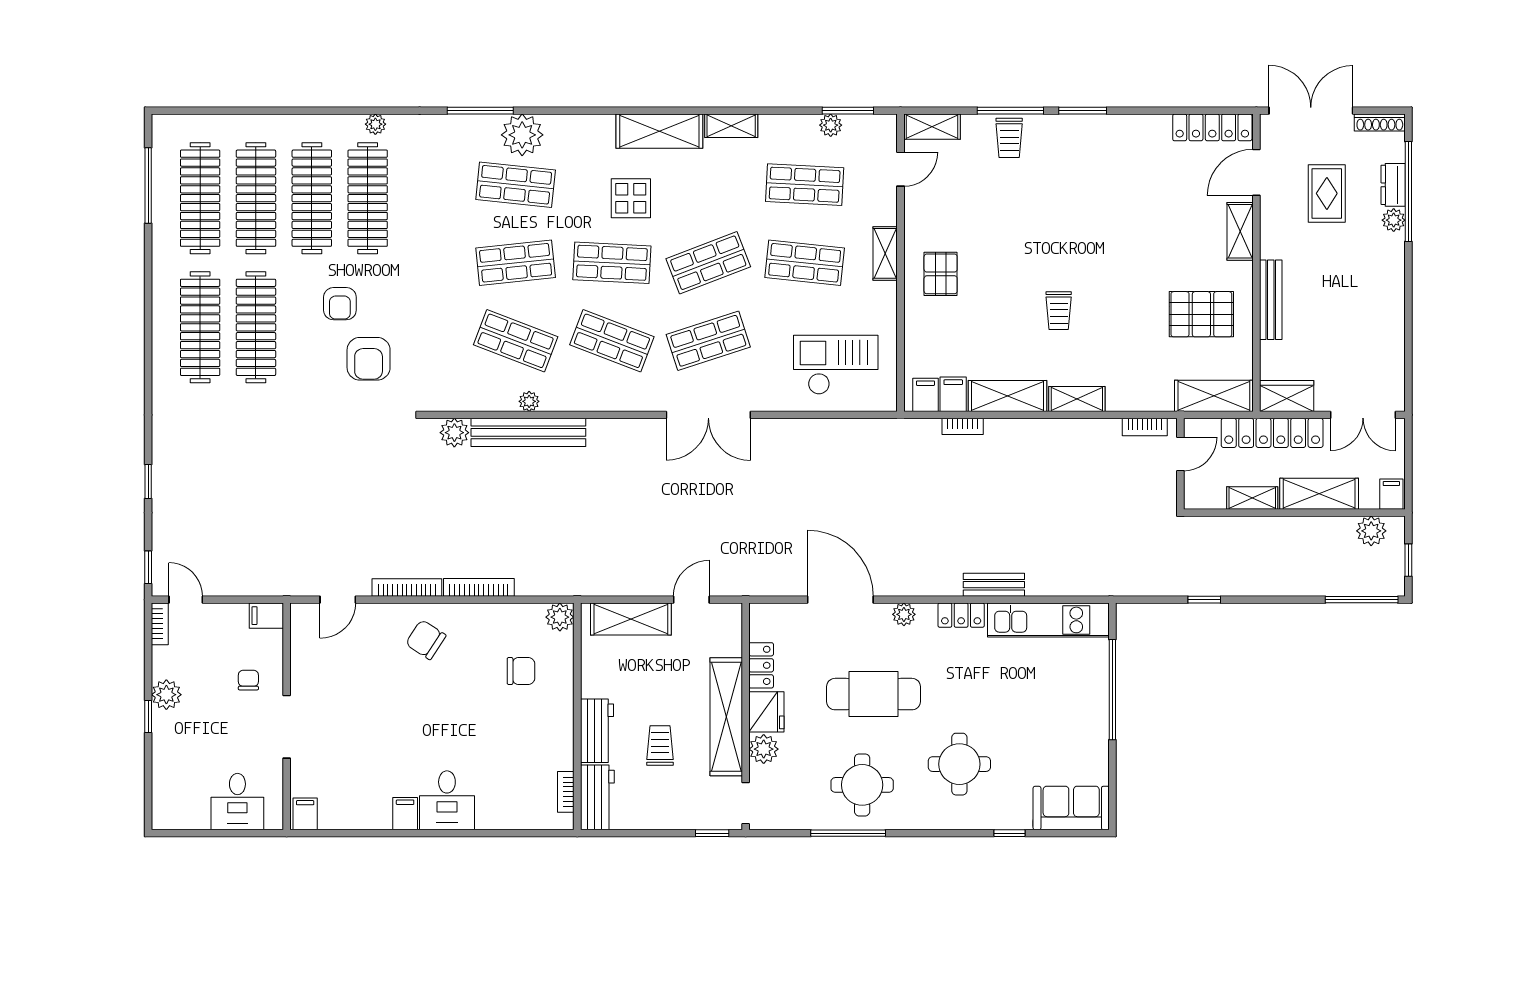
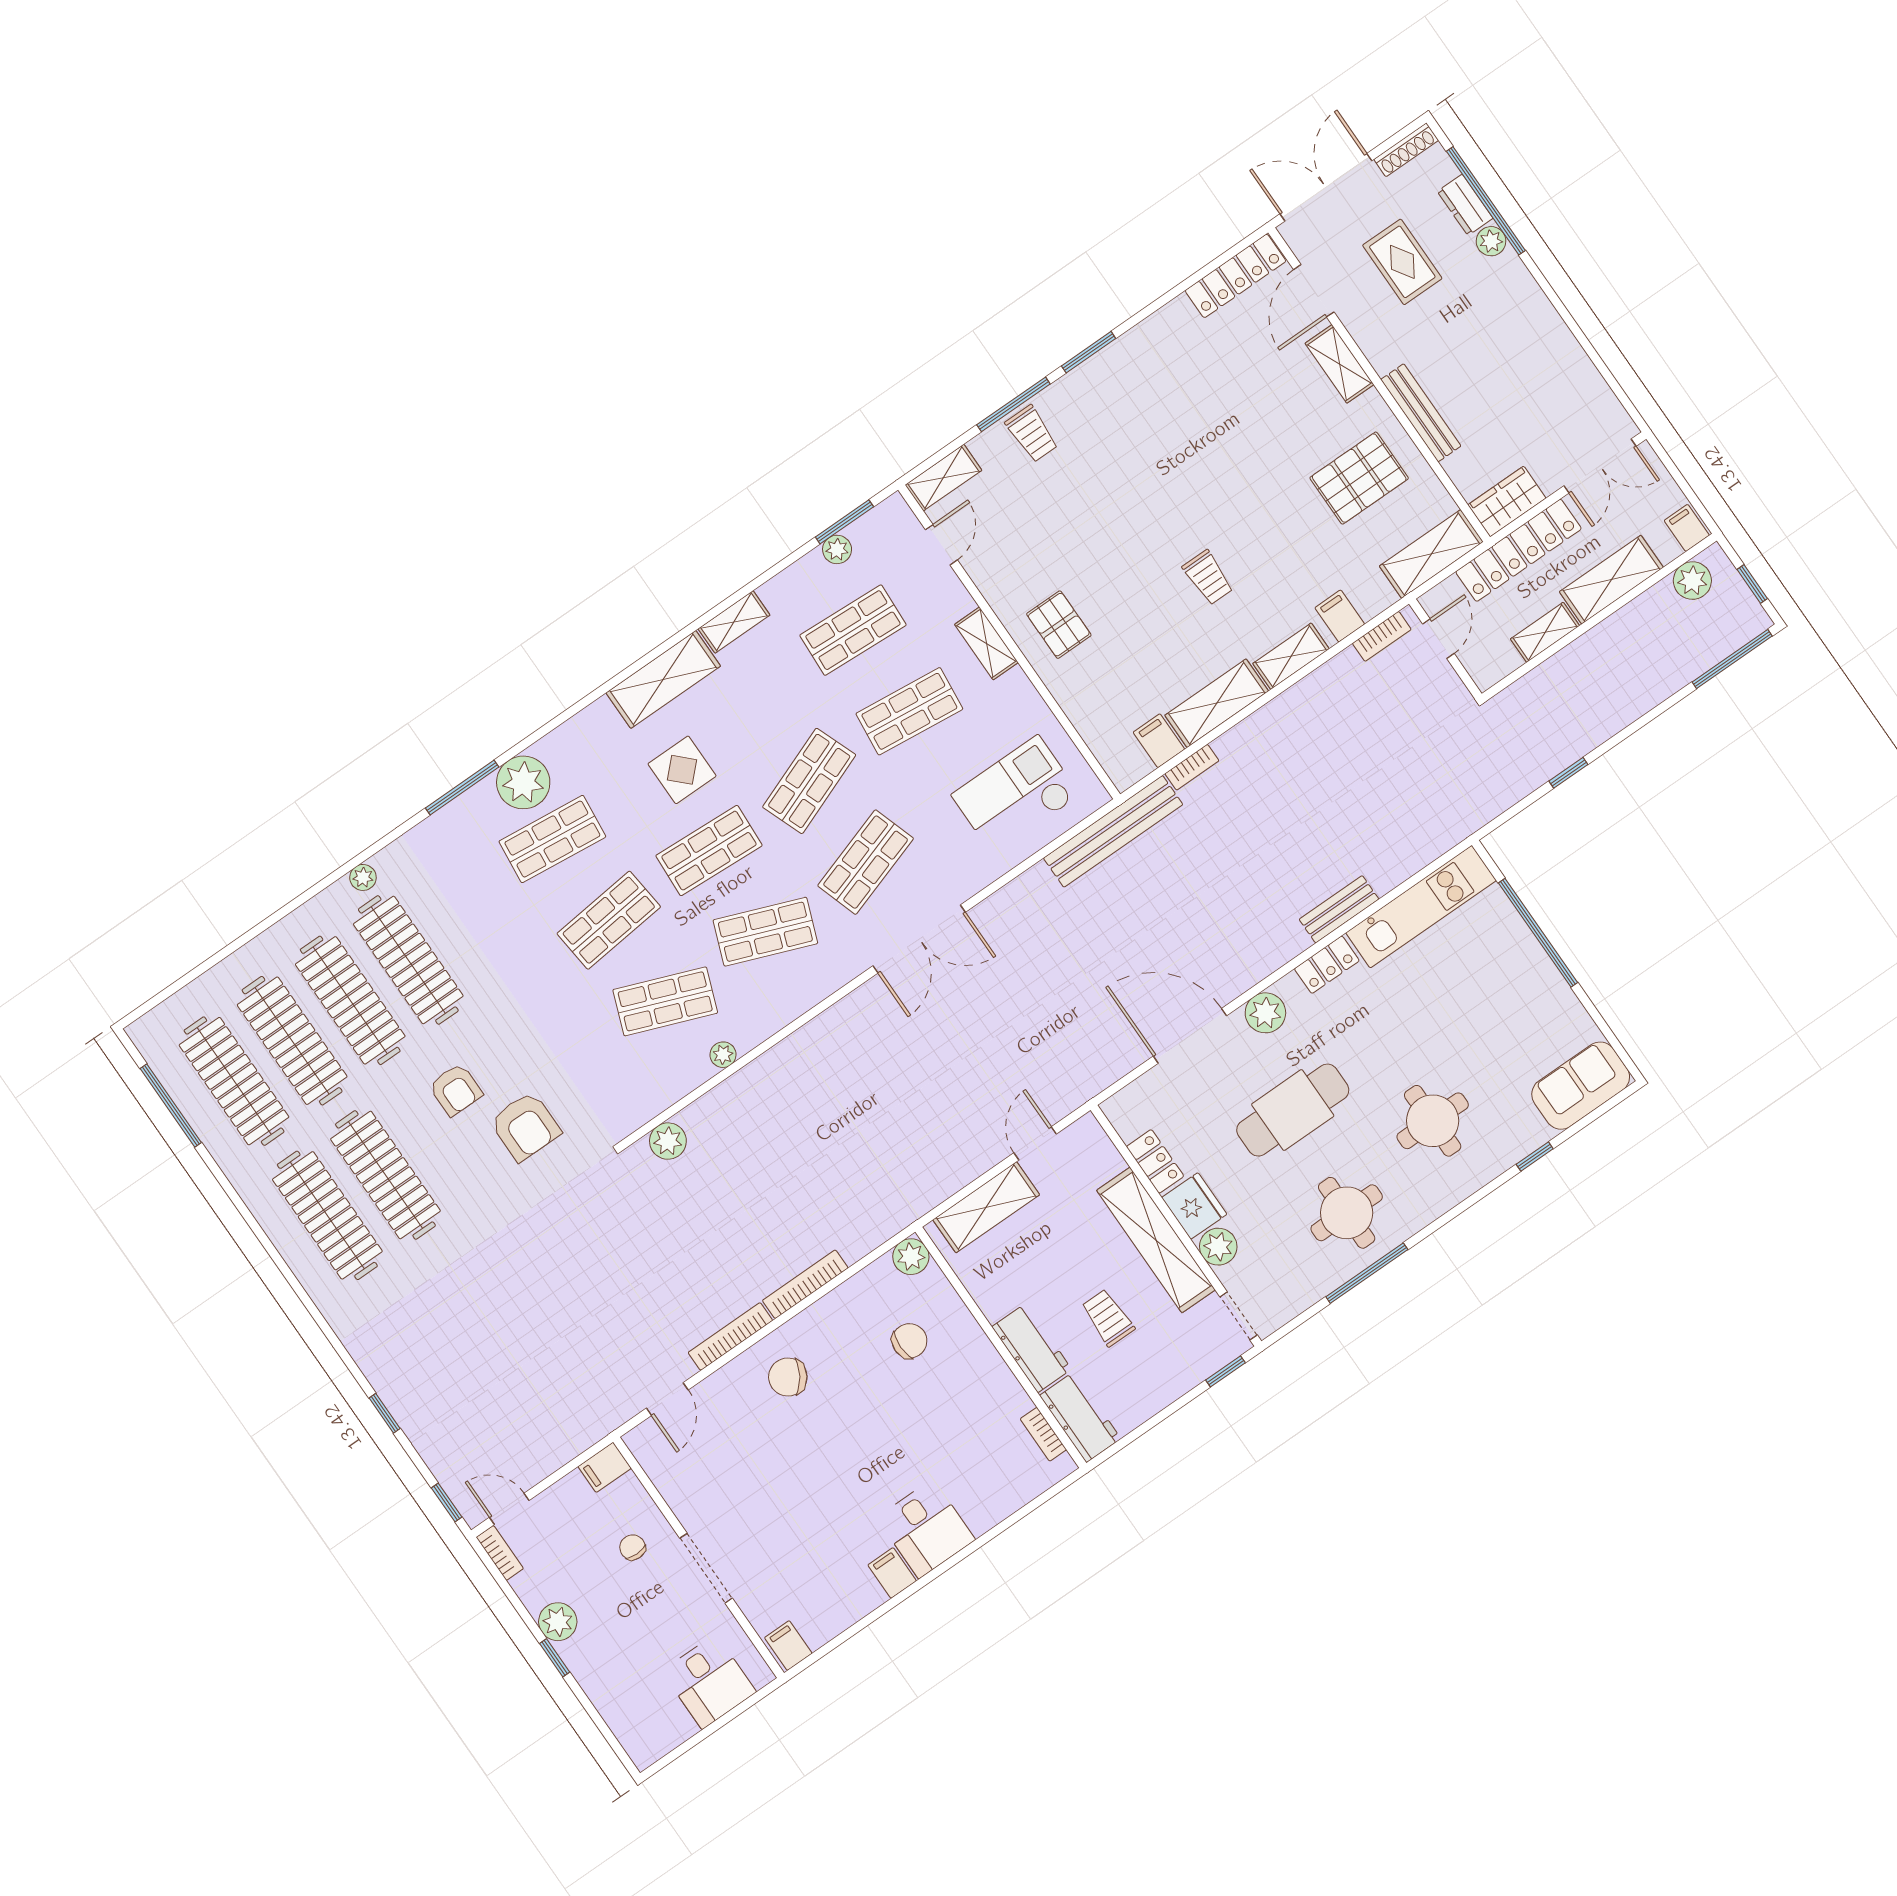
filing cabinet: (925, 395) -> (1340, 616), moved
bench: (528, 432) -> (1113, 831), moved
plant: (904, 614) -> (1265, 1013), width x1.38, depth x1.38

